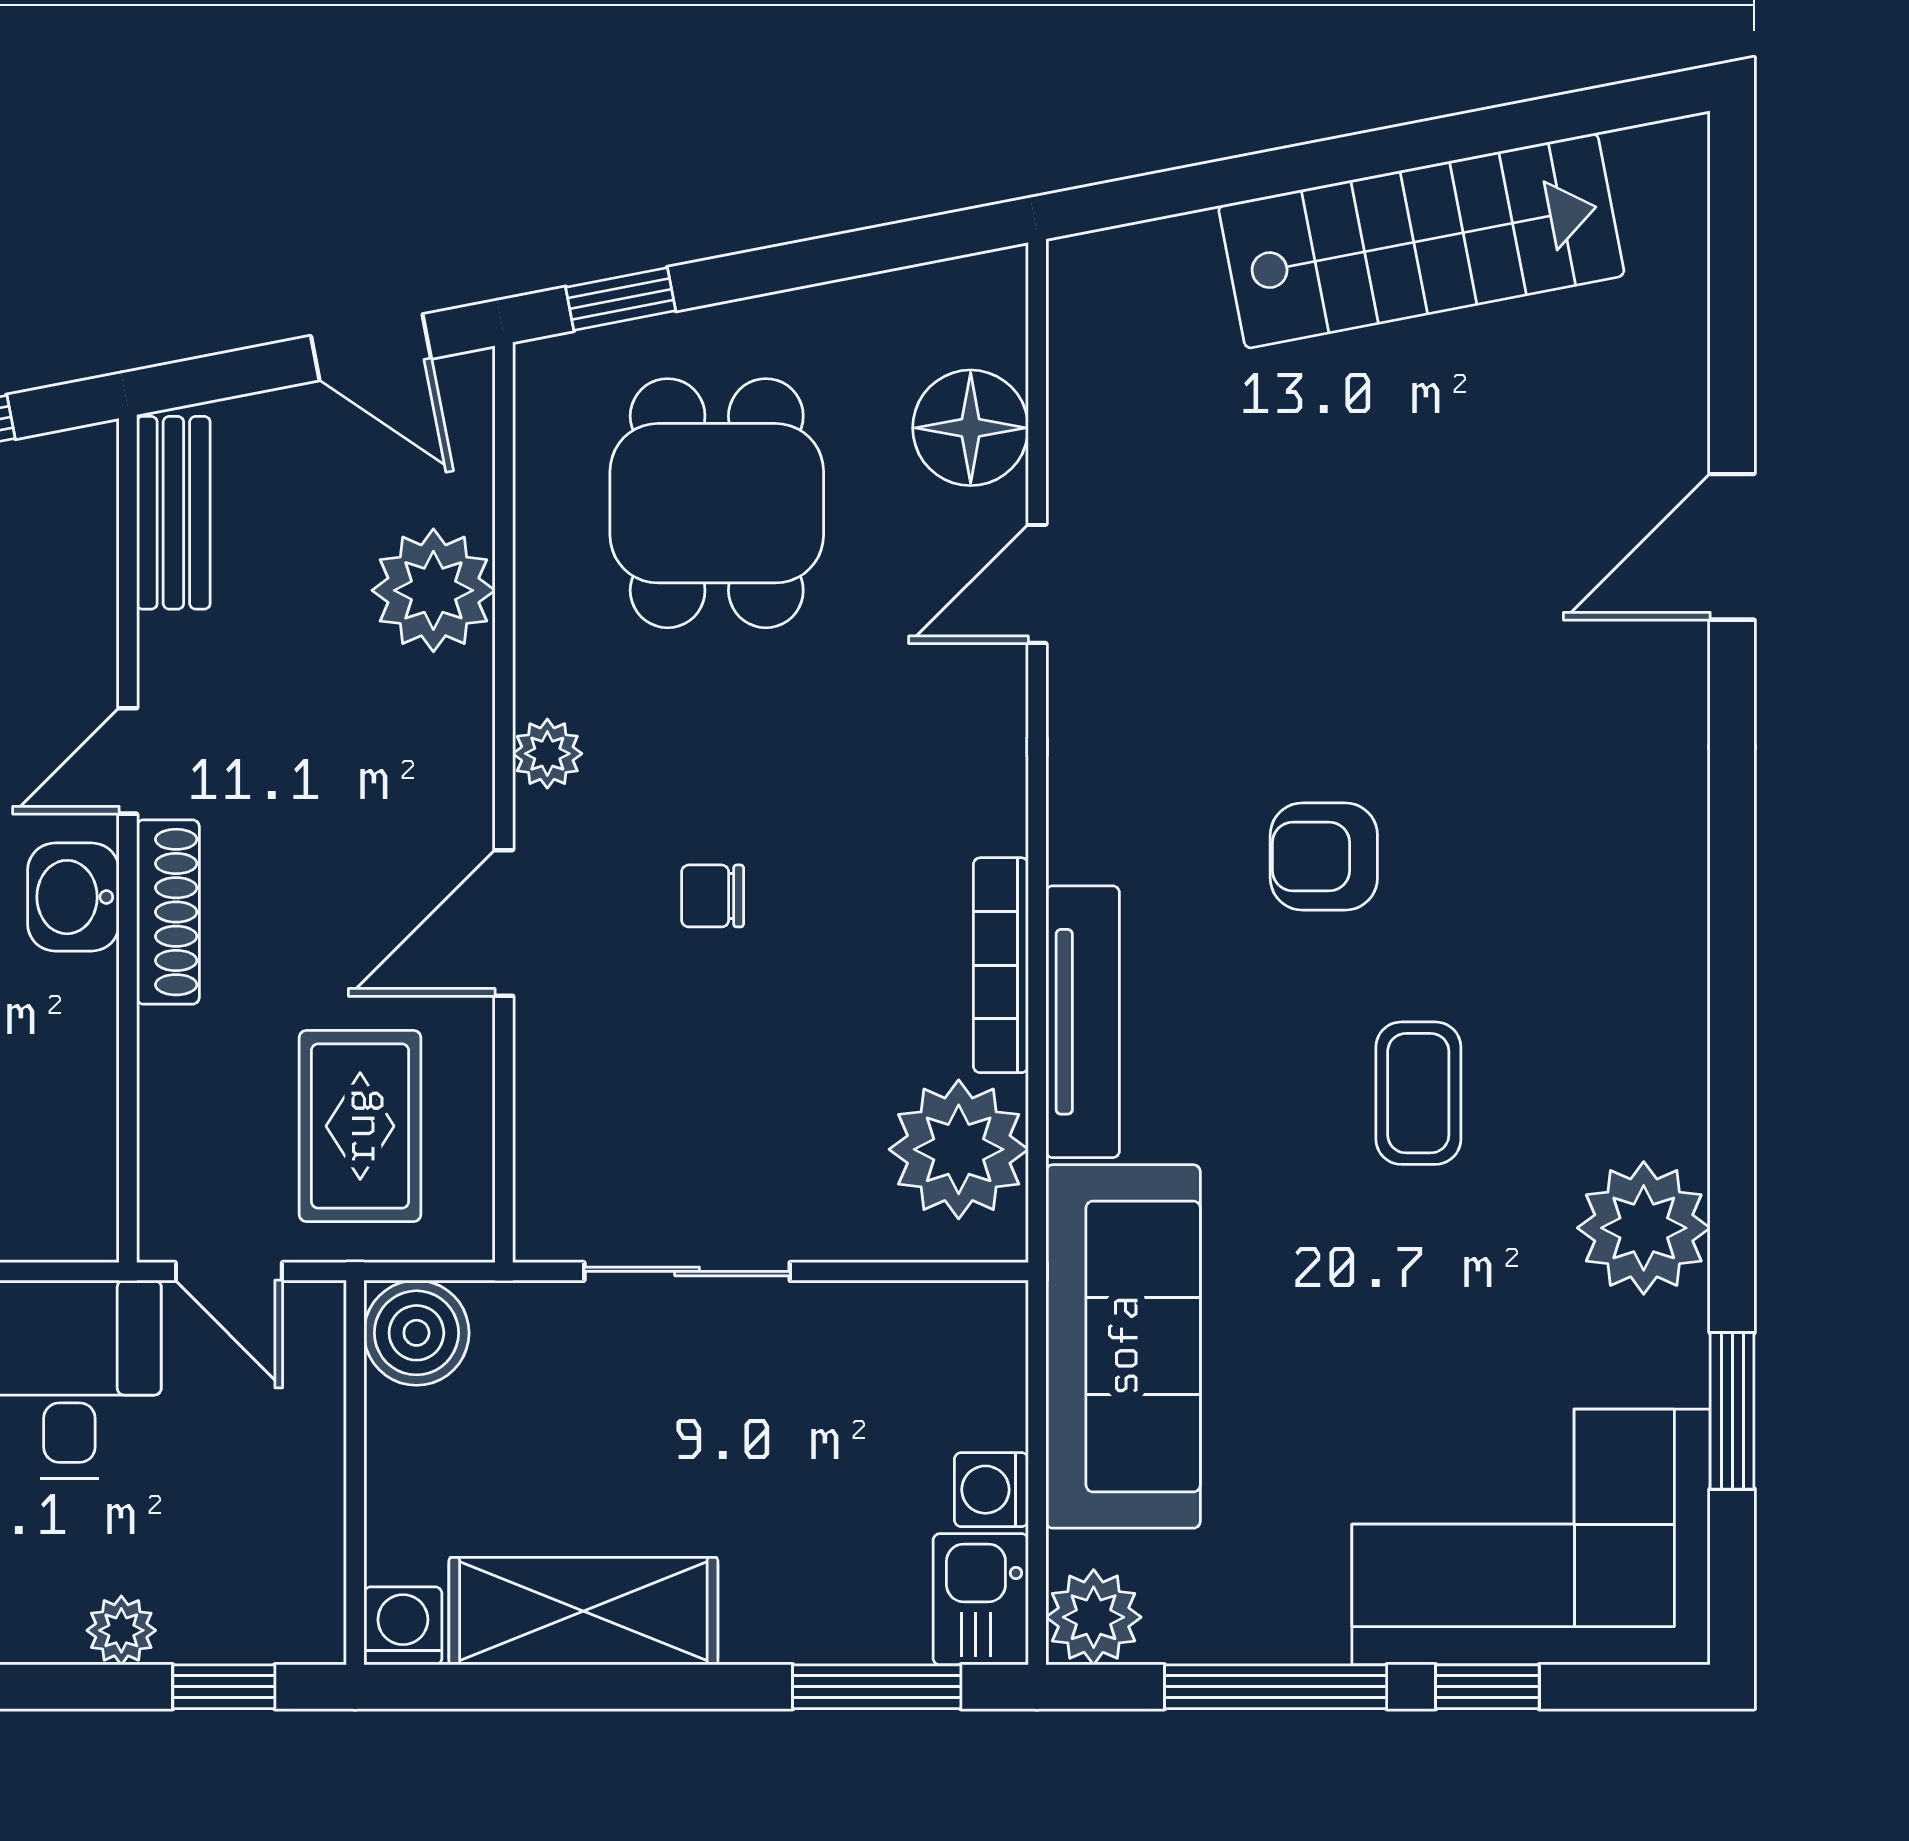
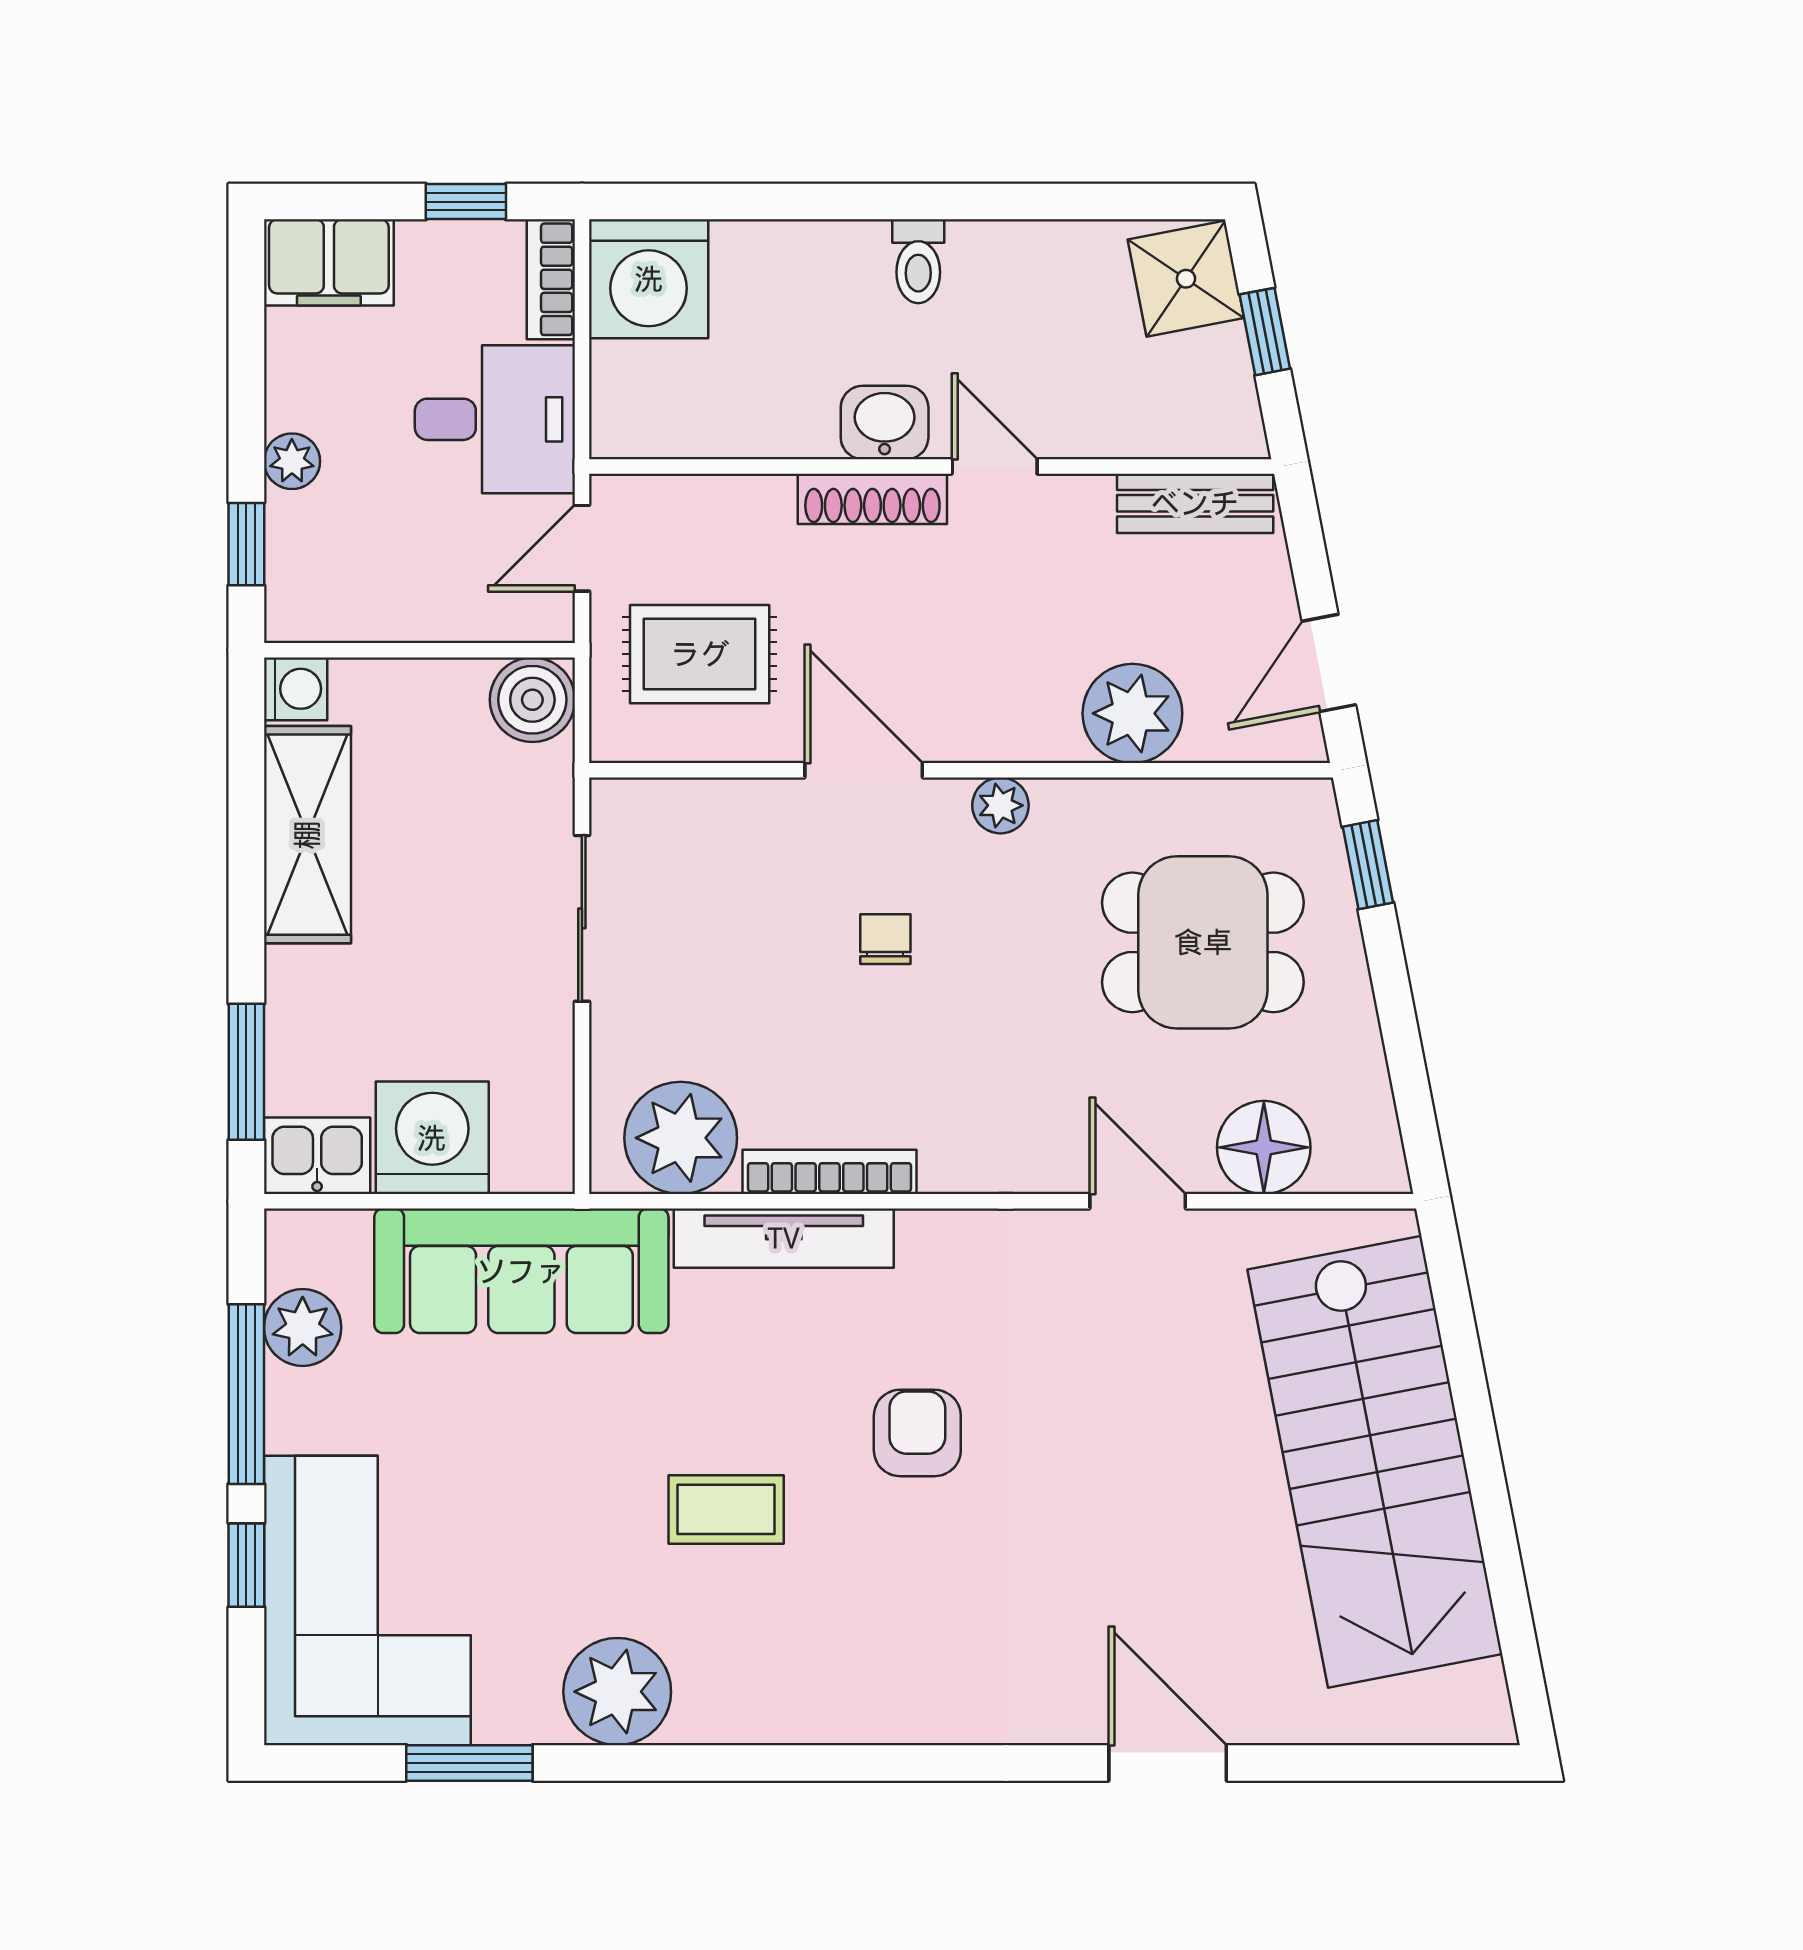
stairs: (1421, 241) -> (1375, 1462), width x1.36, depth x1.51
washing machine: (991, 1490) -> (432, 1138), width x1.89, depth x1.89
plant: (1094, 1617) -> (303, 1328), moved

